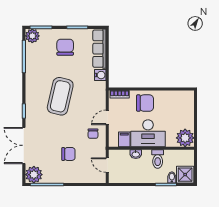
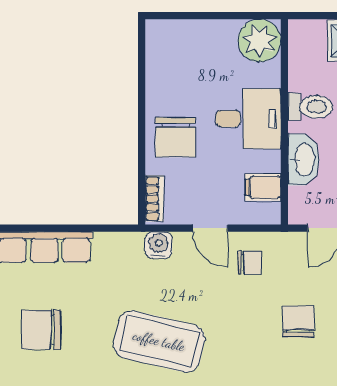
water cooler: (100, 75) -> (159, 245), moved
chair: (145, 103) -> (175, 137), turned 180
desk: (148, 133) -> (248, 119), width x0.73
washbasin: (136, 154) -> (304, 160), width x1.91, depth x1.45

